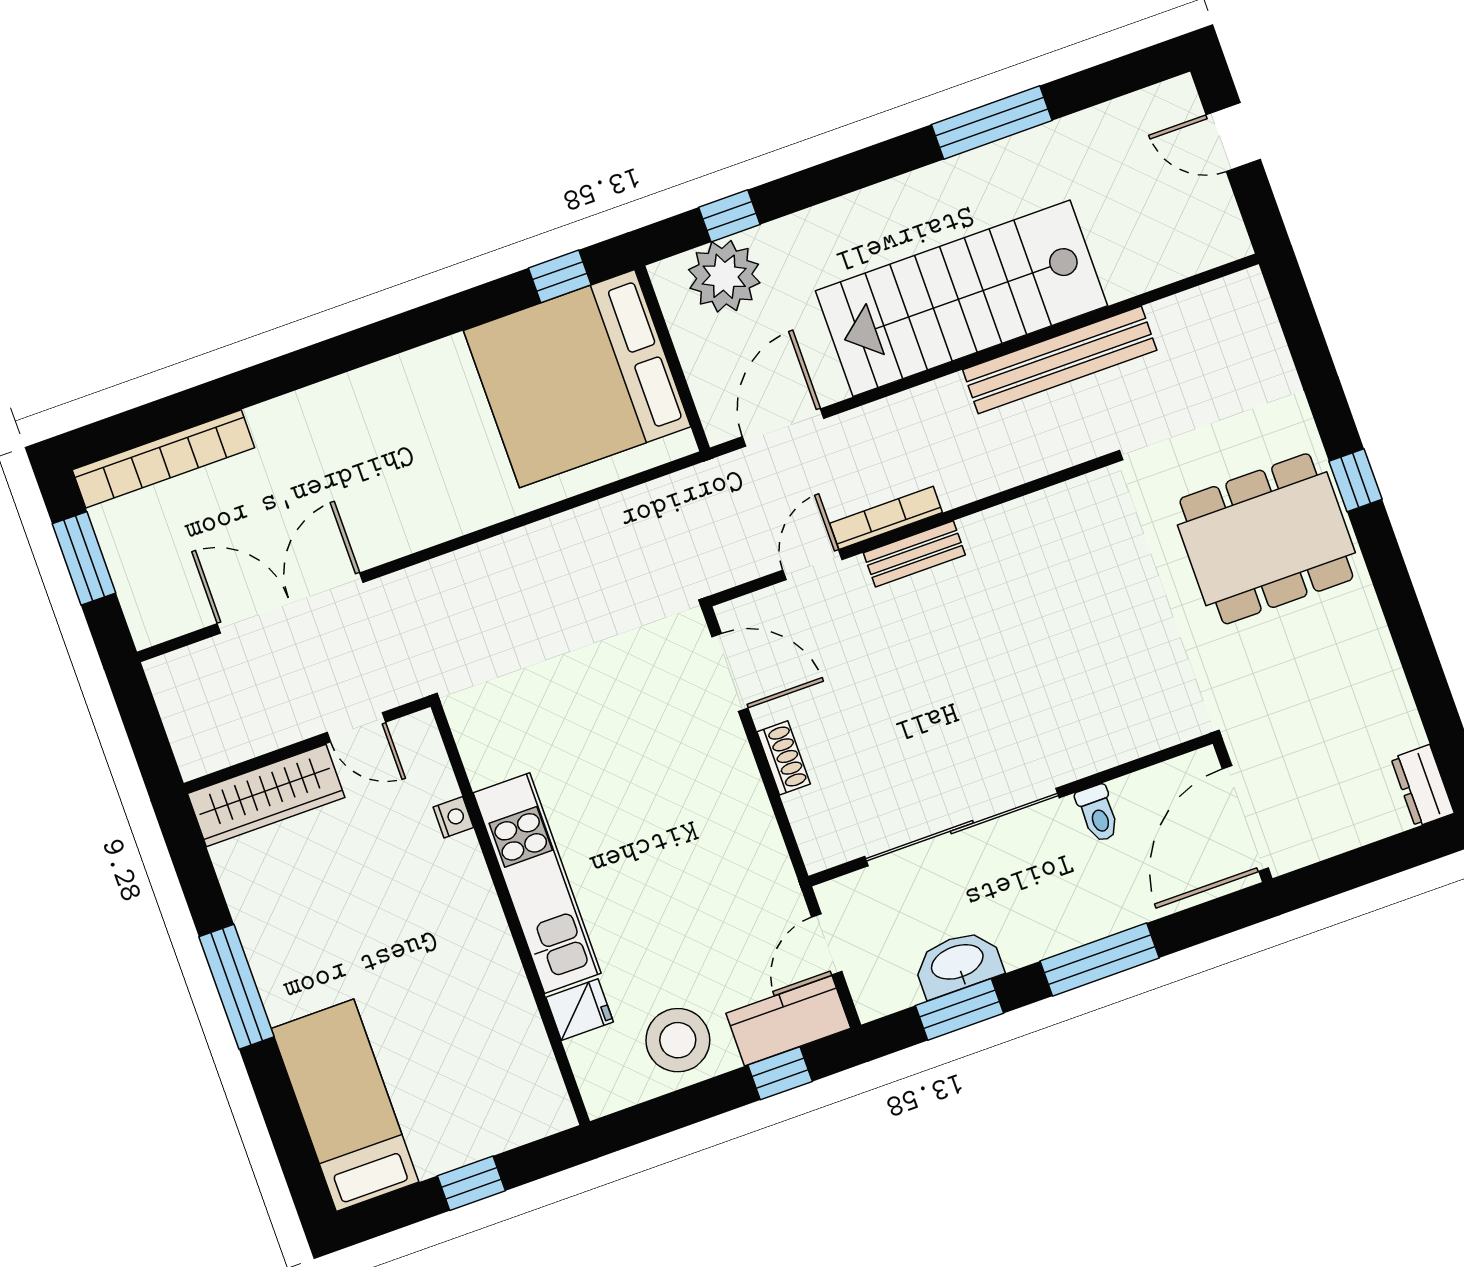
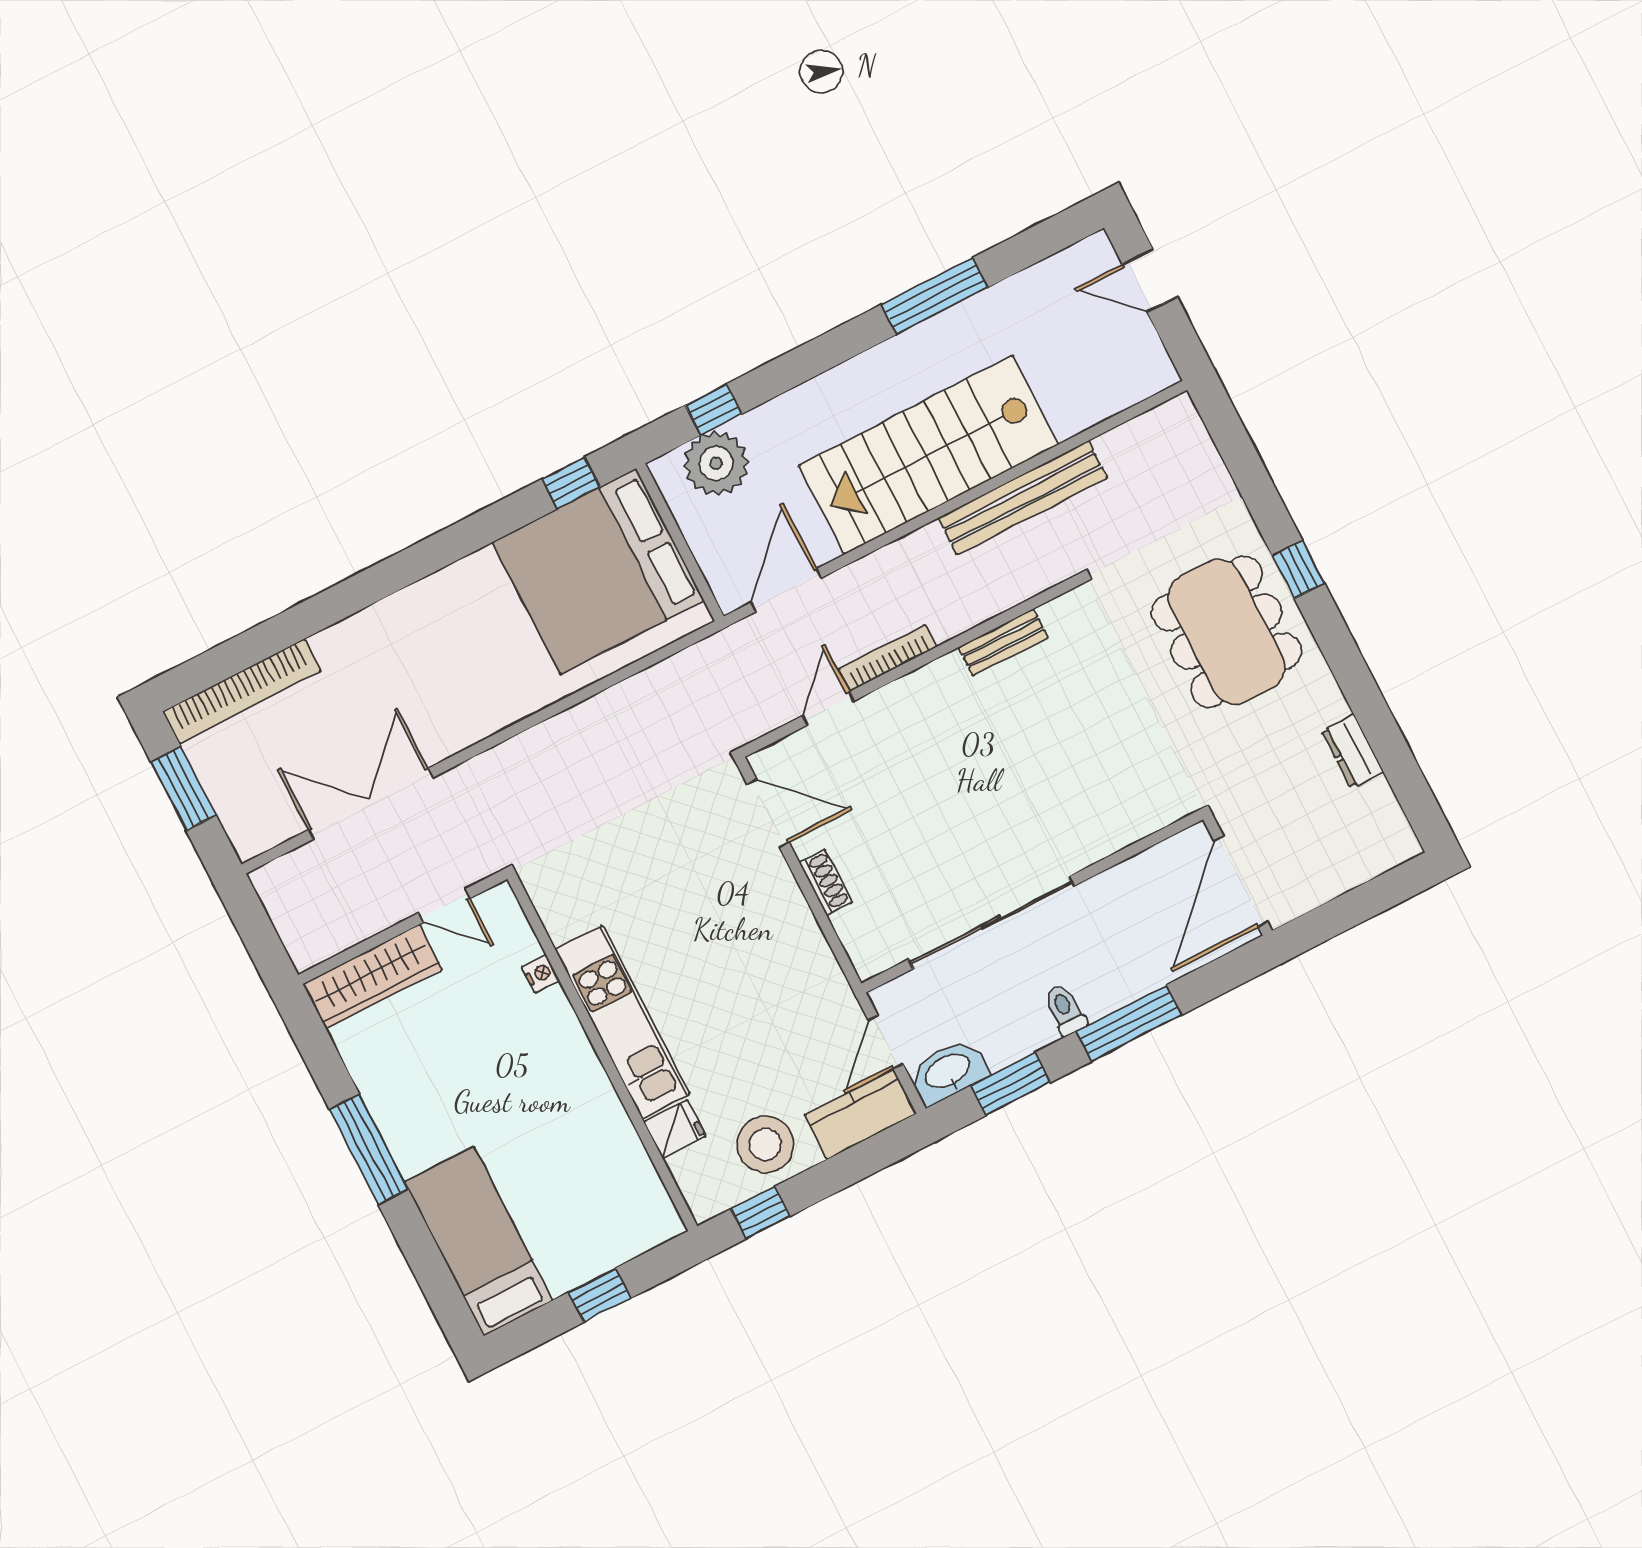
dining table: (1266, 539) -> (1226, 632), turned 90
bench: (914, 554) -> (1003, 642), moved
dresser: (1423, 786) -> (1352, 751), moved
toilet: (1098, 813) -> (1065, 1010), moved, turned 180
washbasin: (958, 963) -> (948, 1072), moved
window: (780, 1073) -> (761, 1213), moved

